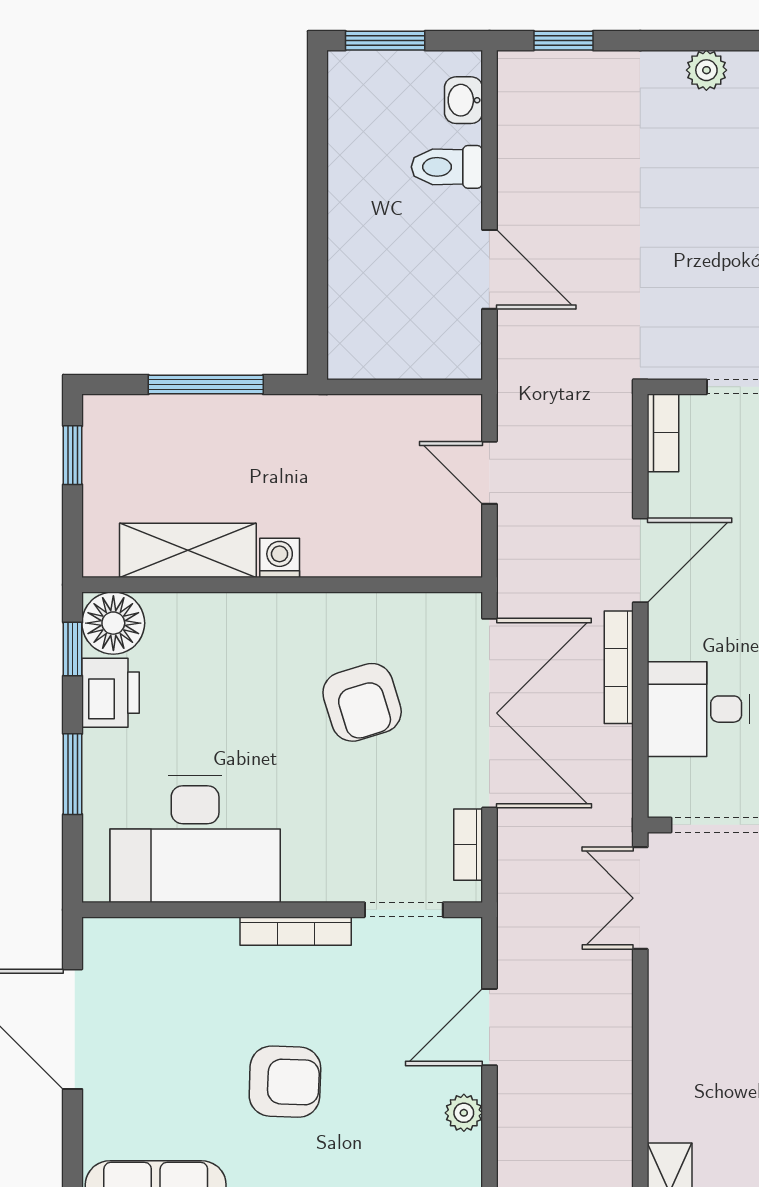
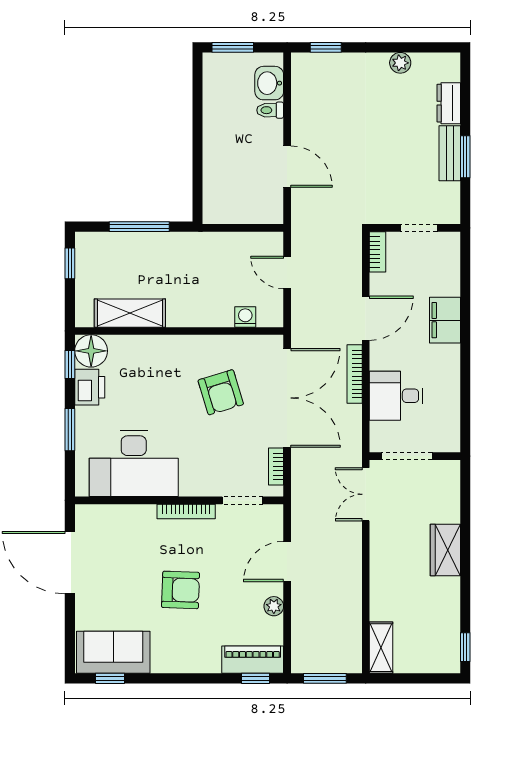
washbasin: (463, 100) -> (269, 83), width x1.38, depth x1.45
toilet: (447, 167) -> (270, 110), width x0.73, depth x0.72
washing machine: (280, 558) -> (245, 317), moved

